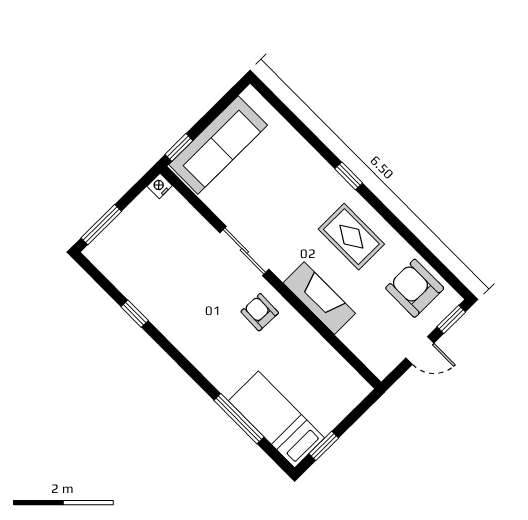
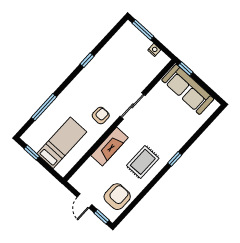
nightstand: (160, 186) -> (154, 50), moved
window: (135, 314) -> (87, 60), moved
bed: (276, 419) -> (62, 143), moved

